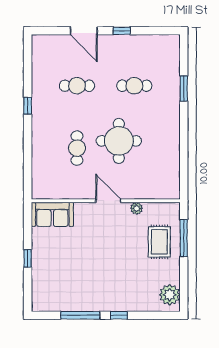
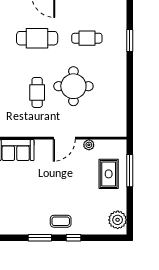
cafe table: (77, 86) -> (37, 38), width x1.37, depth x1.35
door: (108, 201) -> (64, 138), swing flipped
coffee table: (104, 296) -> (61, 221), added
window: (80, 315) -> (40, 238), width x0.69

